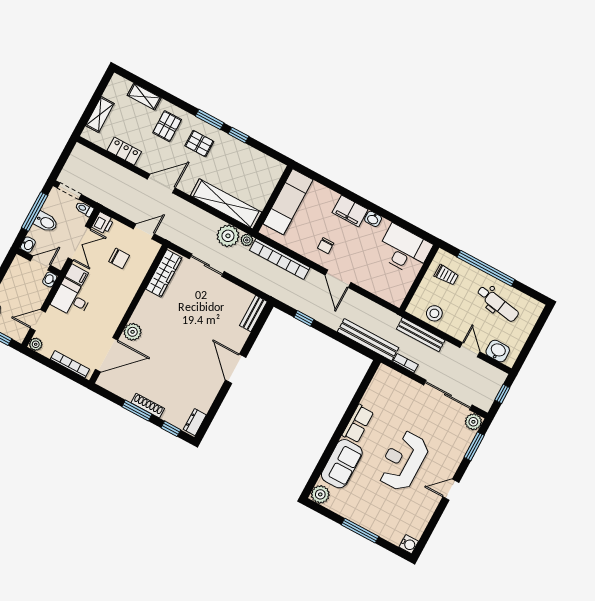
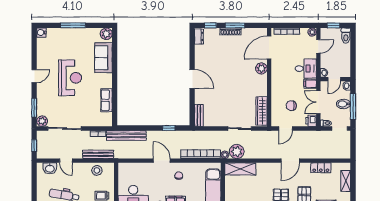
shelving: (226, 204) -> (240, 169), width x0.68
row of seats: (358, 424) -> (107, 100), moved

